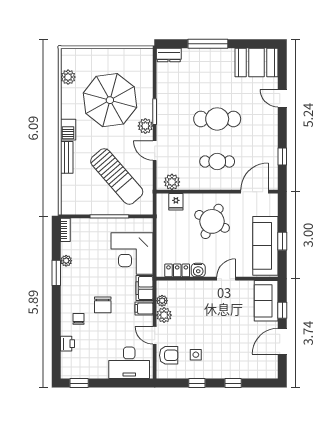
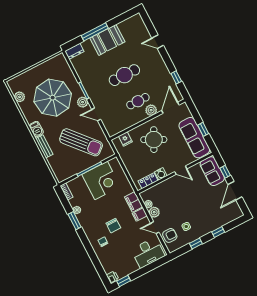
booth: (256, 62) -> (107, 40), moved
plant: (172, 182) -> (151, 110), moved
corner desk: (132, 253) -> (101, 180), moved, turned -90
door: (226, 279) -> (181, 170), swing flipped
printer: (67, 344) -> (113, 277), moved

